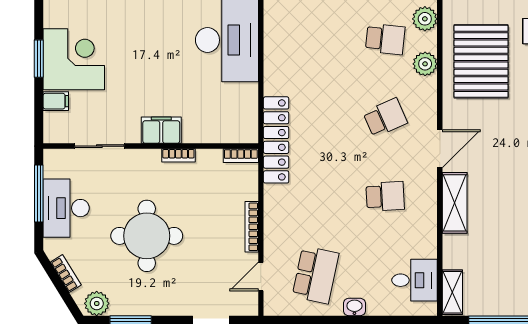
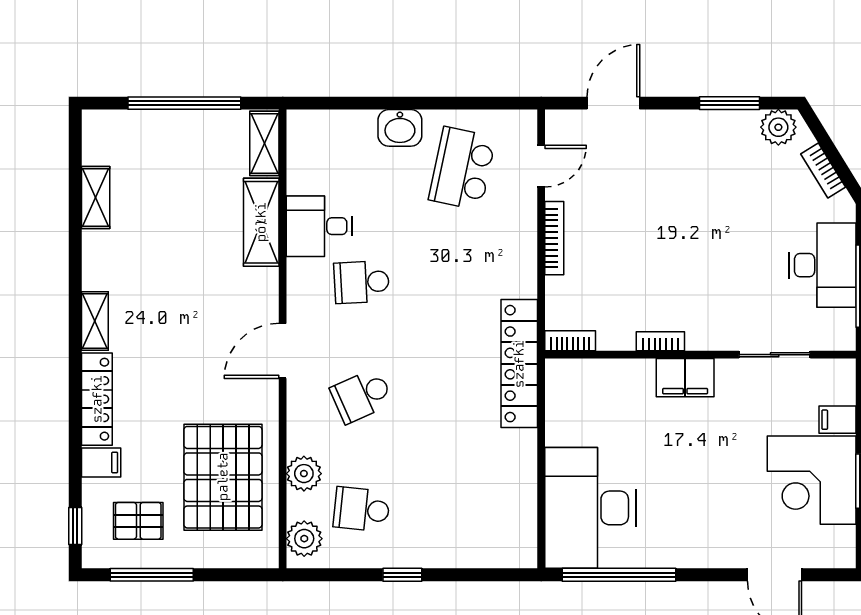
shelving: (455, 203) -> (261, 222), moved
round table: (147, 236) -> (706, 225), removed
desk: (415, 280) -> (319, 226), moved
washbasin: (354, 307) -> (400, 128), width x1.38, depth x1.45

